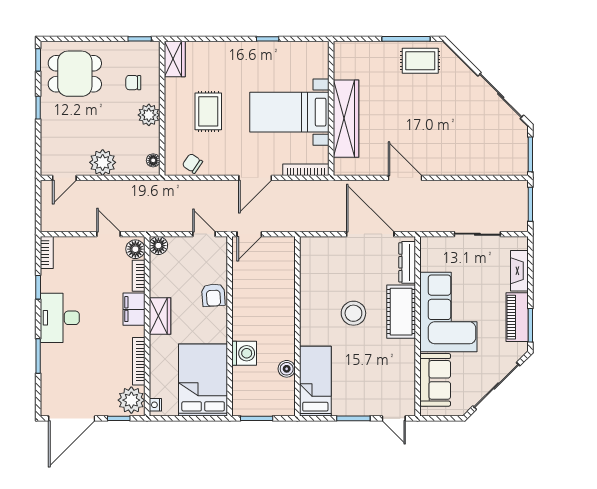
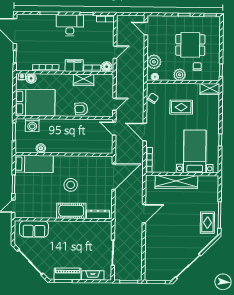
dining table: (75, 74) -> (190, 45), moved, turned 90
bed with nightstands: (289, 112) -> (195, 151), moved
plant: (103, 162) -> (154, 62), moved
door: (370, 234) -> (114, 177), moved
floor lamp: (158, 246) -> (31, 78), moved
corner sofa: (448, 312) -> (71, 236), removed
wardrobe: (160, 316) -> (84, 80), moved
washing machine: (244, 353) -> (32, 125), moved
plant: (131, 400) -> (25, 64), removed

